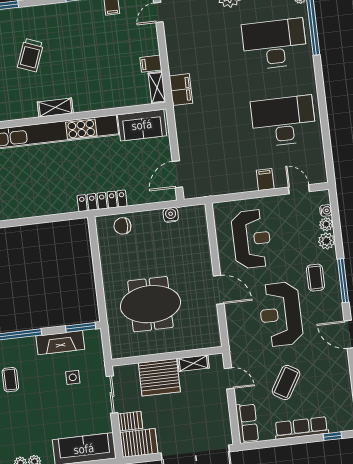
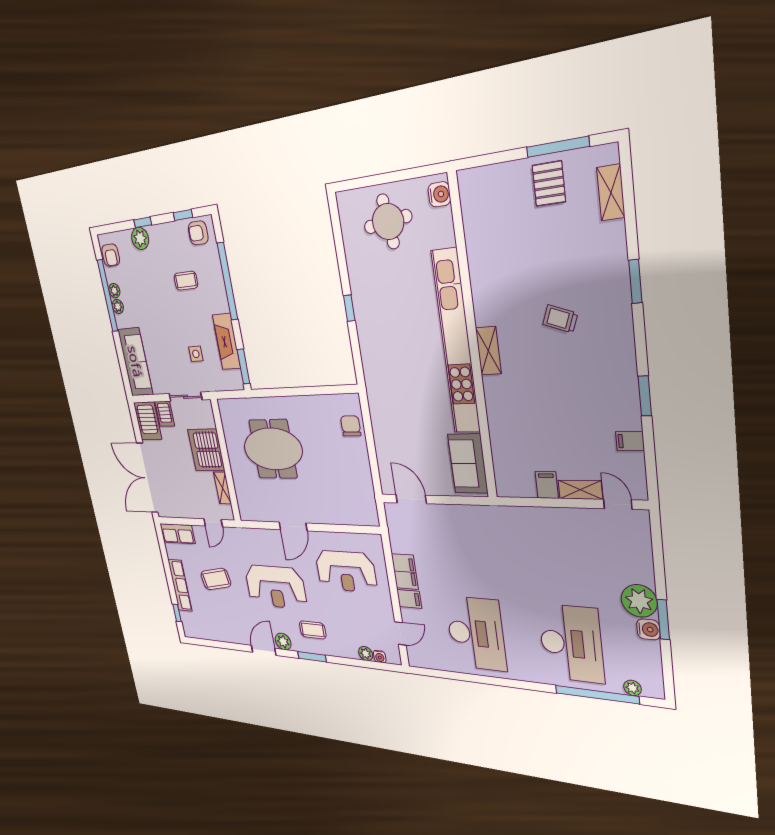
trolley: (30, 55) -> (560, 319), width x0.73, depth x0.72
shelving: (157, 87) -> (580, 490), moved
filing cabinet: (181, 90) -> (405, 572), moved, turned -90
locker: (102, 201) -> (377, 404), removed
water cooler: (171, 215) -> (366, 485), removed
window: (28, 221) -> (349, 308), added
plant: (327, 241) -> (283, 642), moved
window: (343, 281) -> (312, 657), width x0.69
meeting table: (150, 304) -> (273, 449), turned 90
reception desk: (281, 314) -> (276, 587), turned 180
coffee table: (286, 382) -> (216, 579), turned -42

